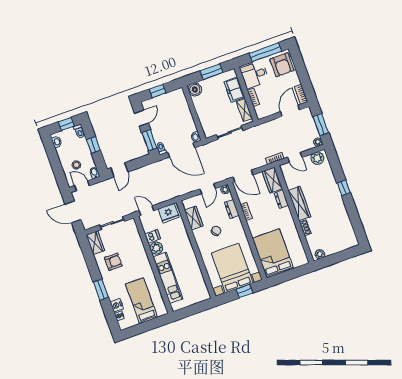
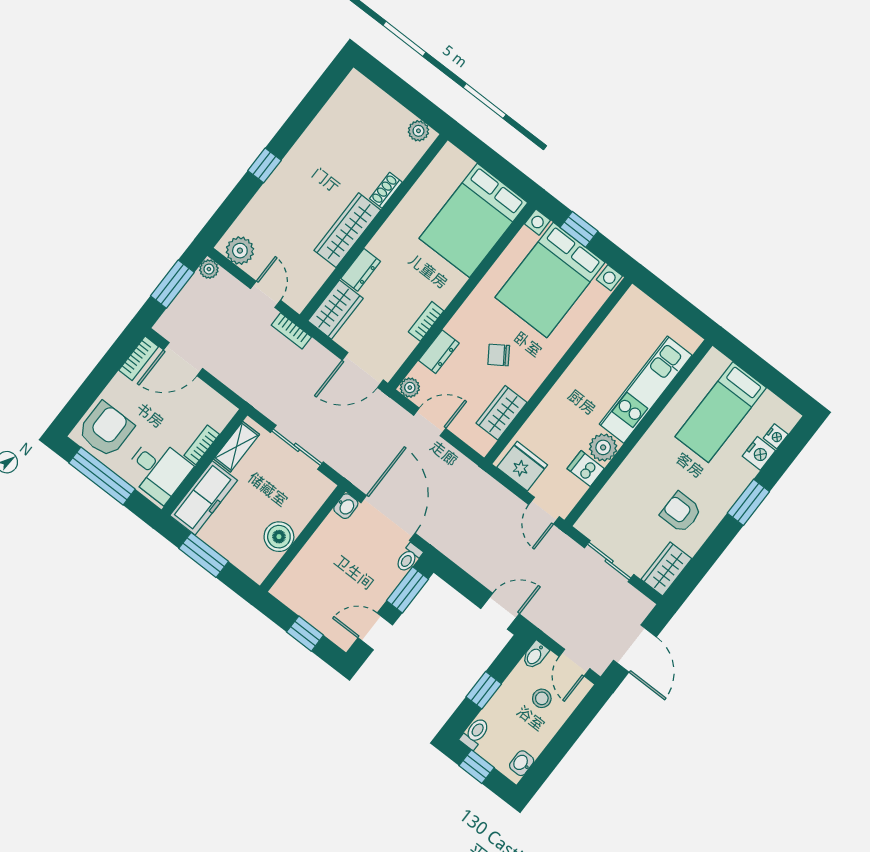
boiler: (195, 90) -> (279, 537), moved
freezer: (234, 90) -> (204, 498), width x1.40
door: (243, 176) -> (363, 370), swing flipped

